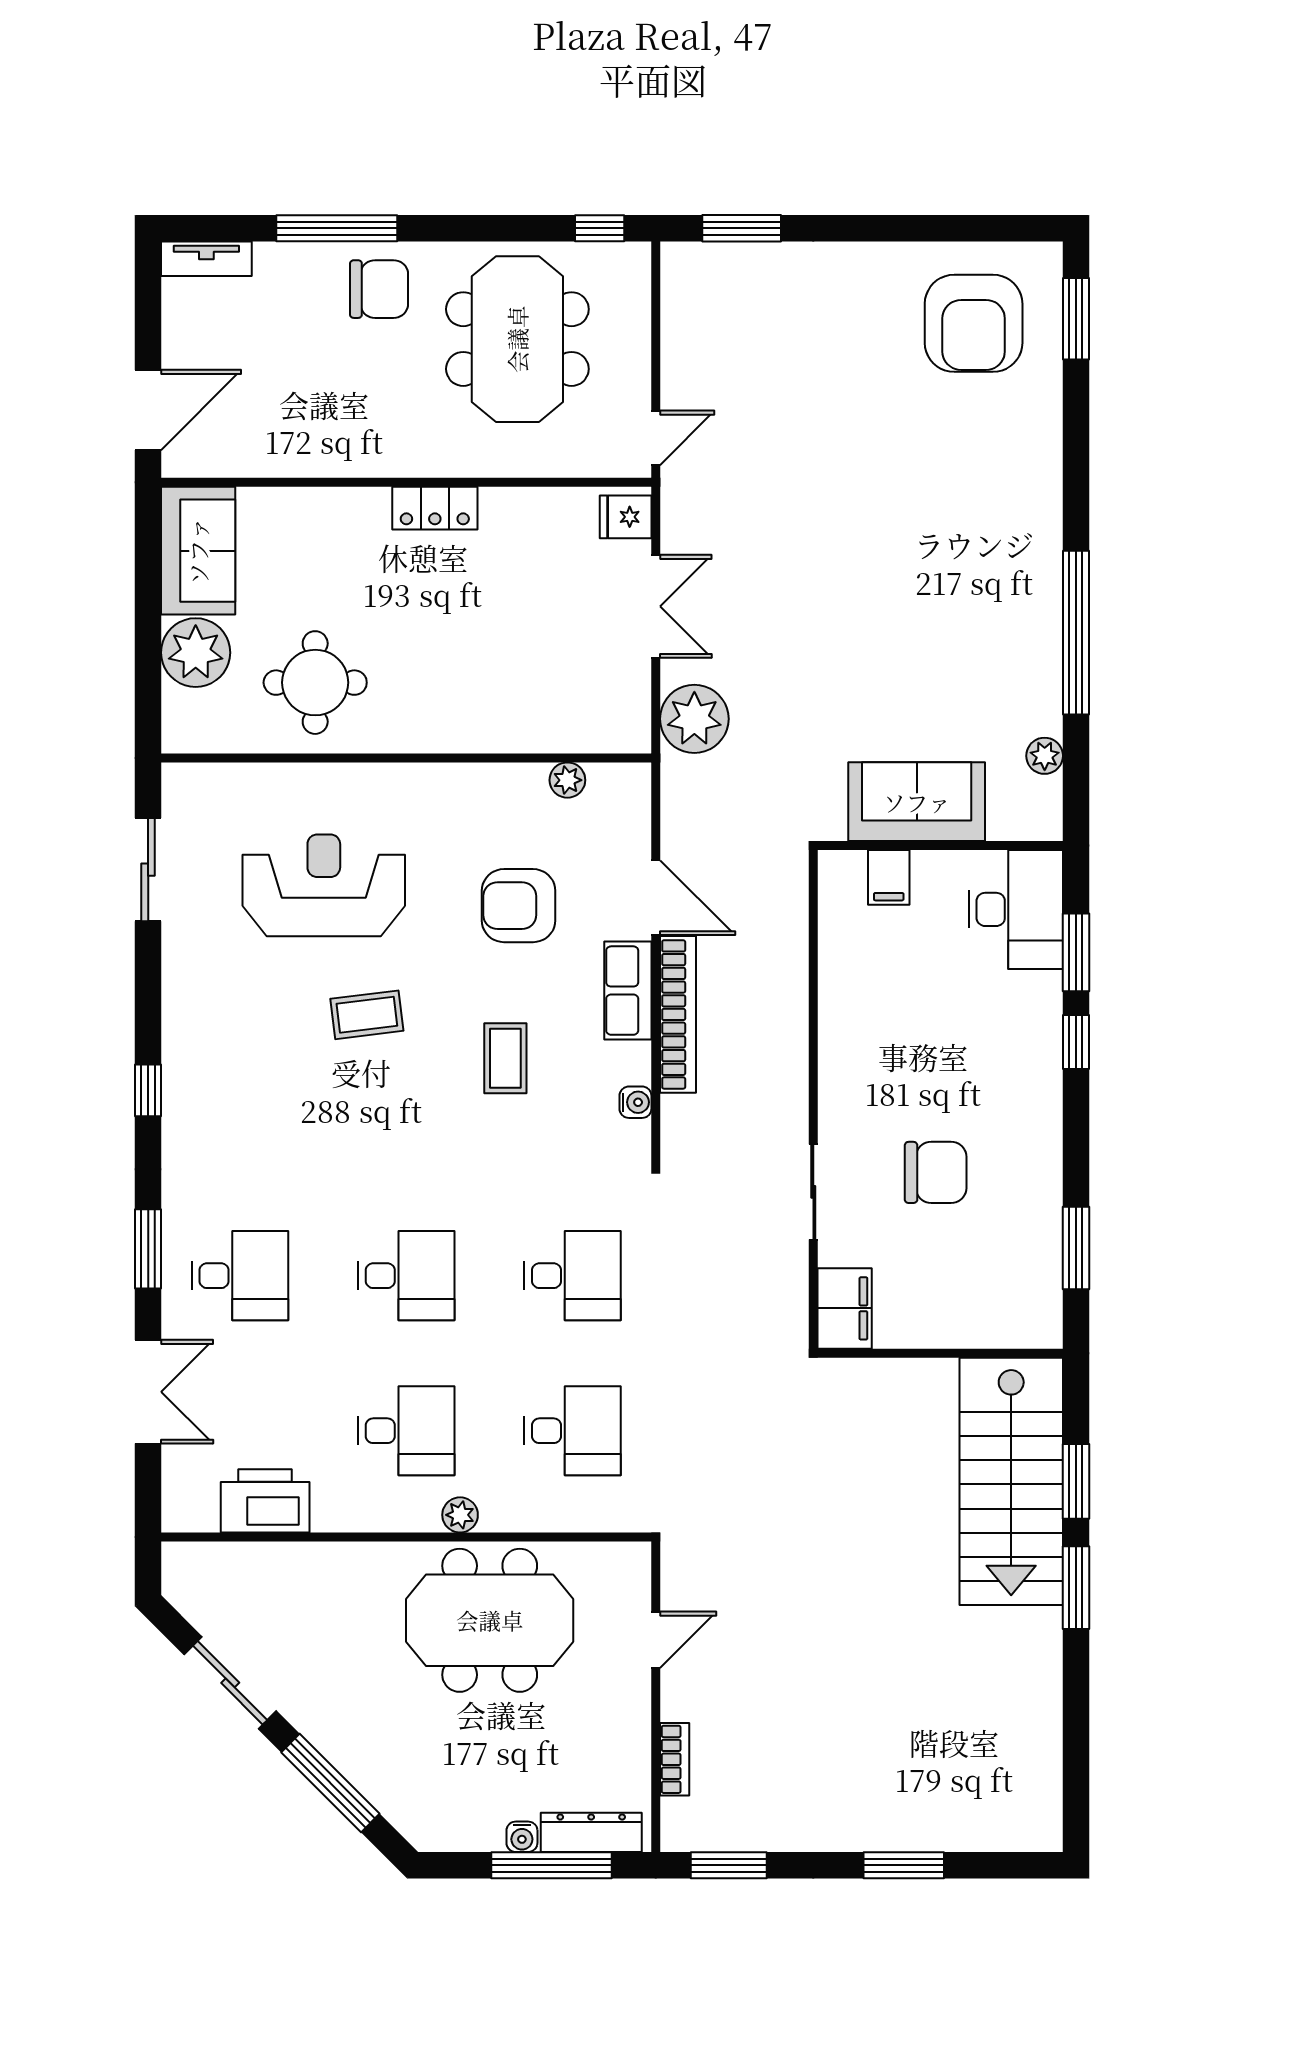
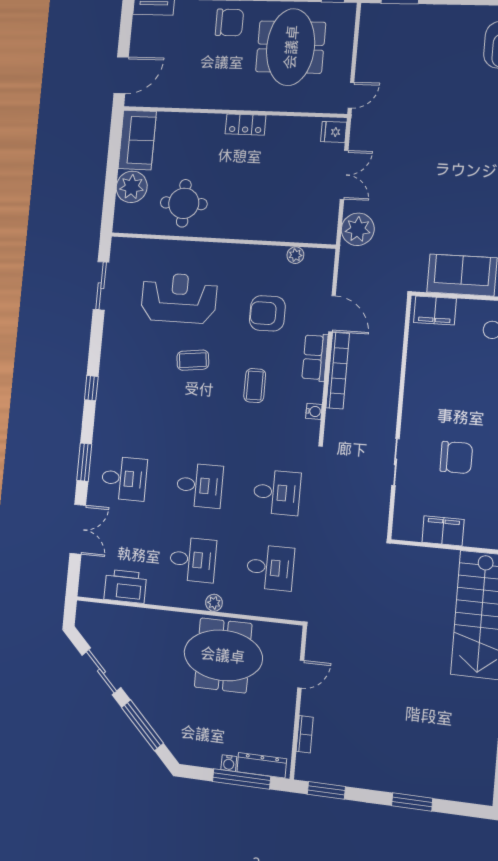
filing cabinet: (889, 877) -> (435, 310), width x2.00
filing cabinet: (845, 1308) -> (443, 531), moved, turned -90

